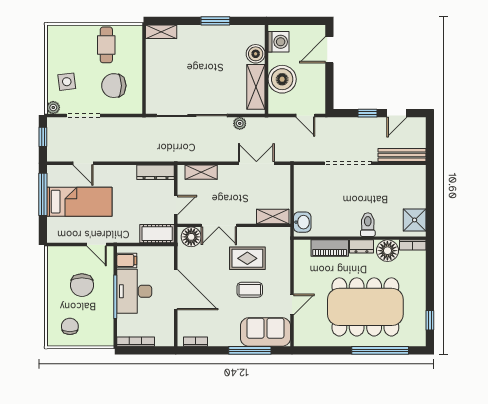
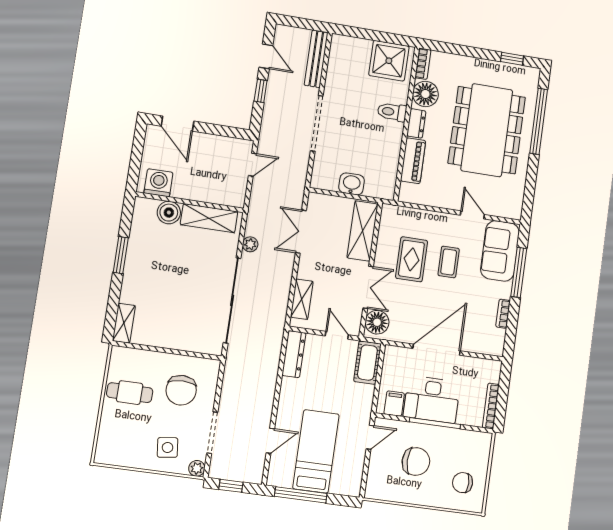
boiler: (282, 79) -> (205, 186), removed
shelving: (273, 217) -> (362, 231), width x1.50, depth x1.33
shower: (415, 220) -> (389, 61), width x1.36, depth x1.36
washbasin: (302, 222) -> (352, 184), moved
bookcase: (196, 342) -> (503, 314), moved

